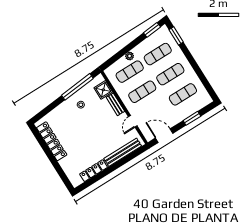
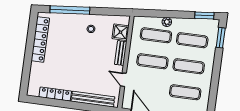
window: (77, 87) -> (70, 10), moved
door: (133, 121) -> (123, 80), hinge flipped

